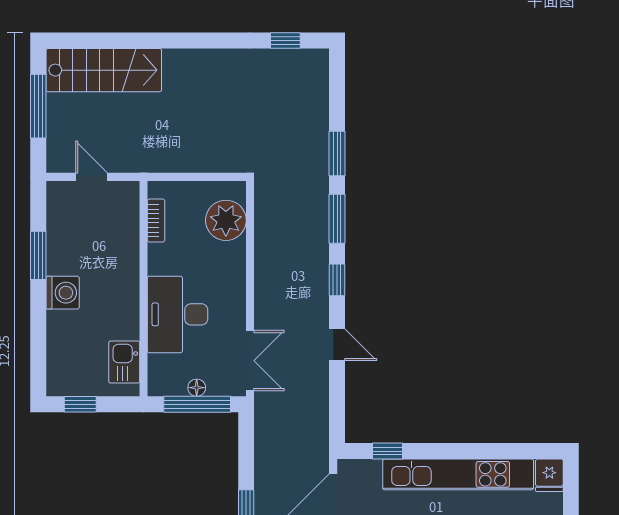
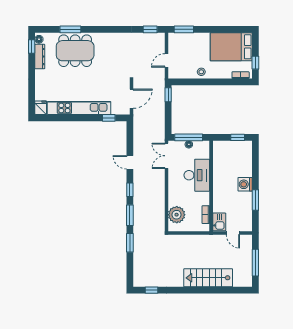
stairs: (104, 70) -> (208, 278), moved
kitchen sink: (124, 362) -> (219, 222), moved

